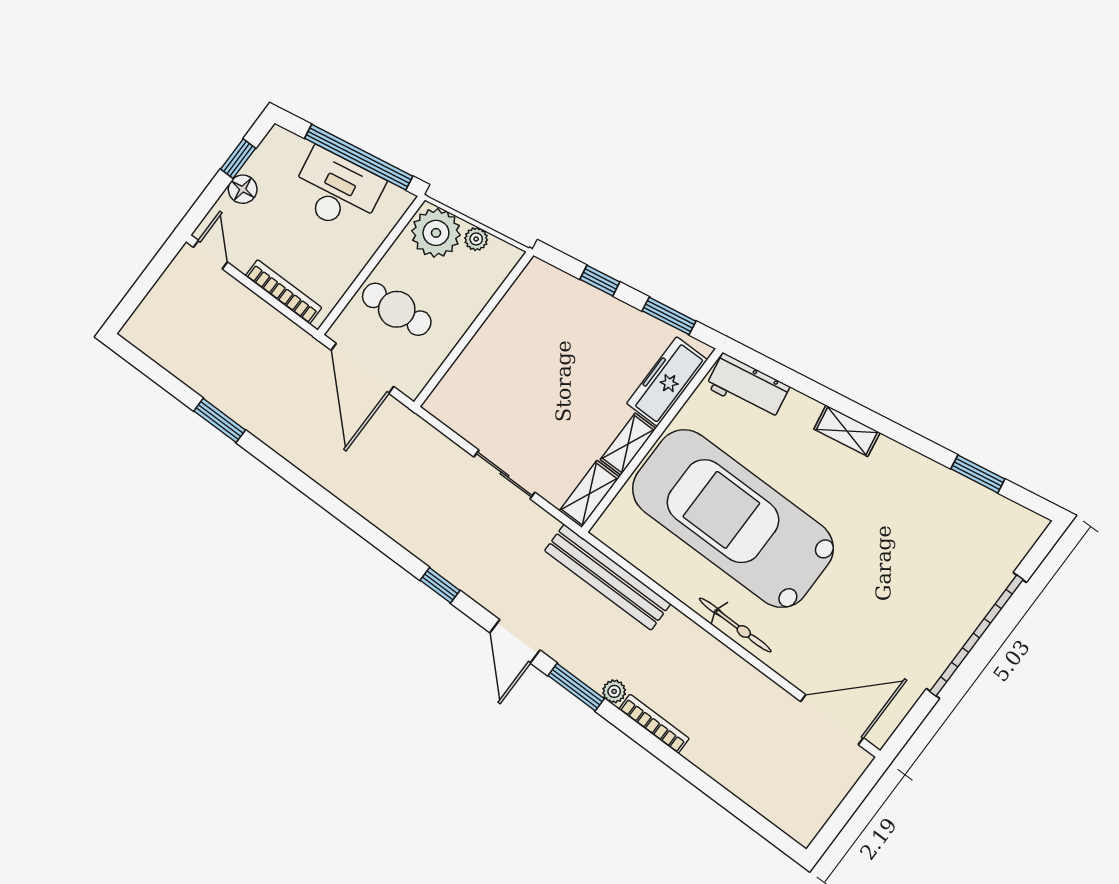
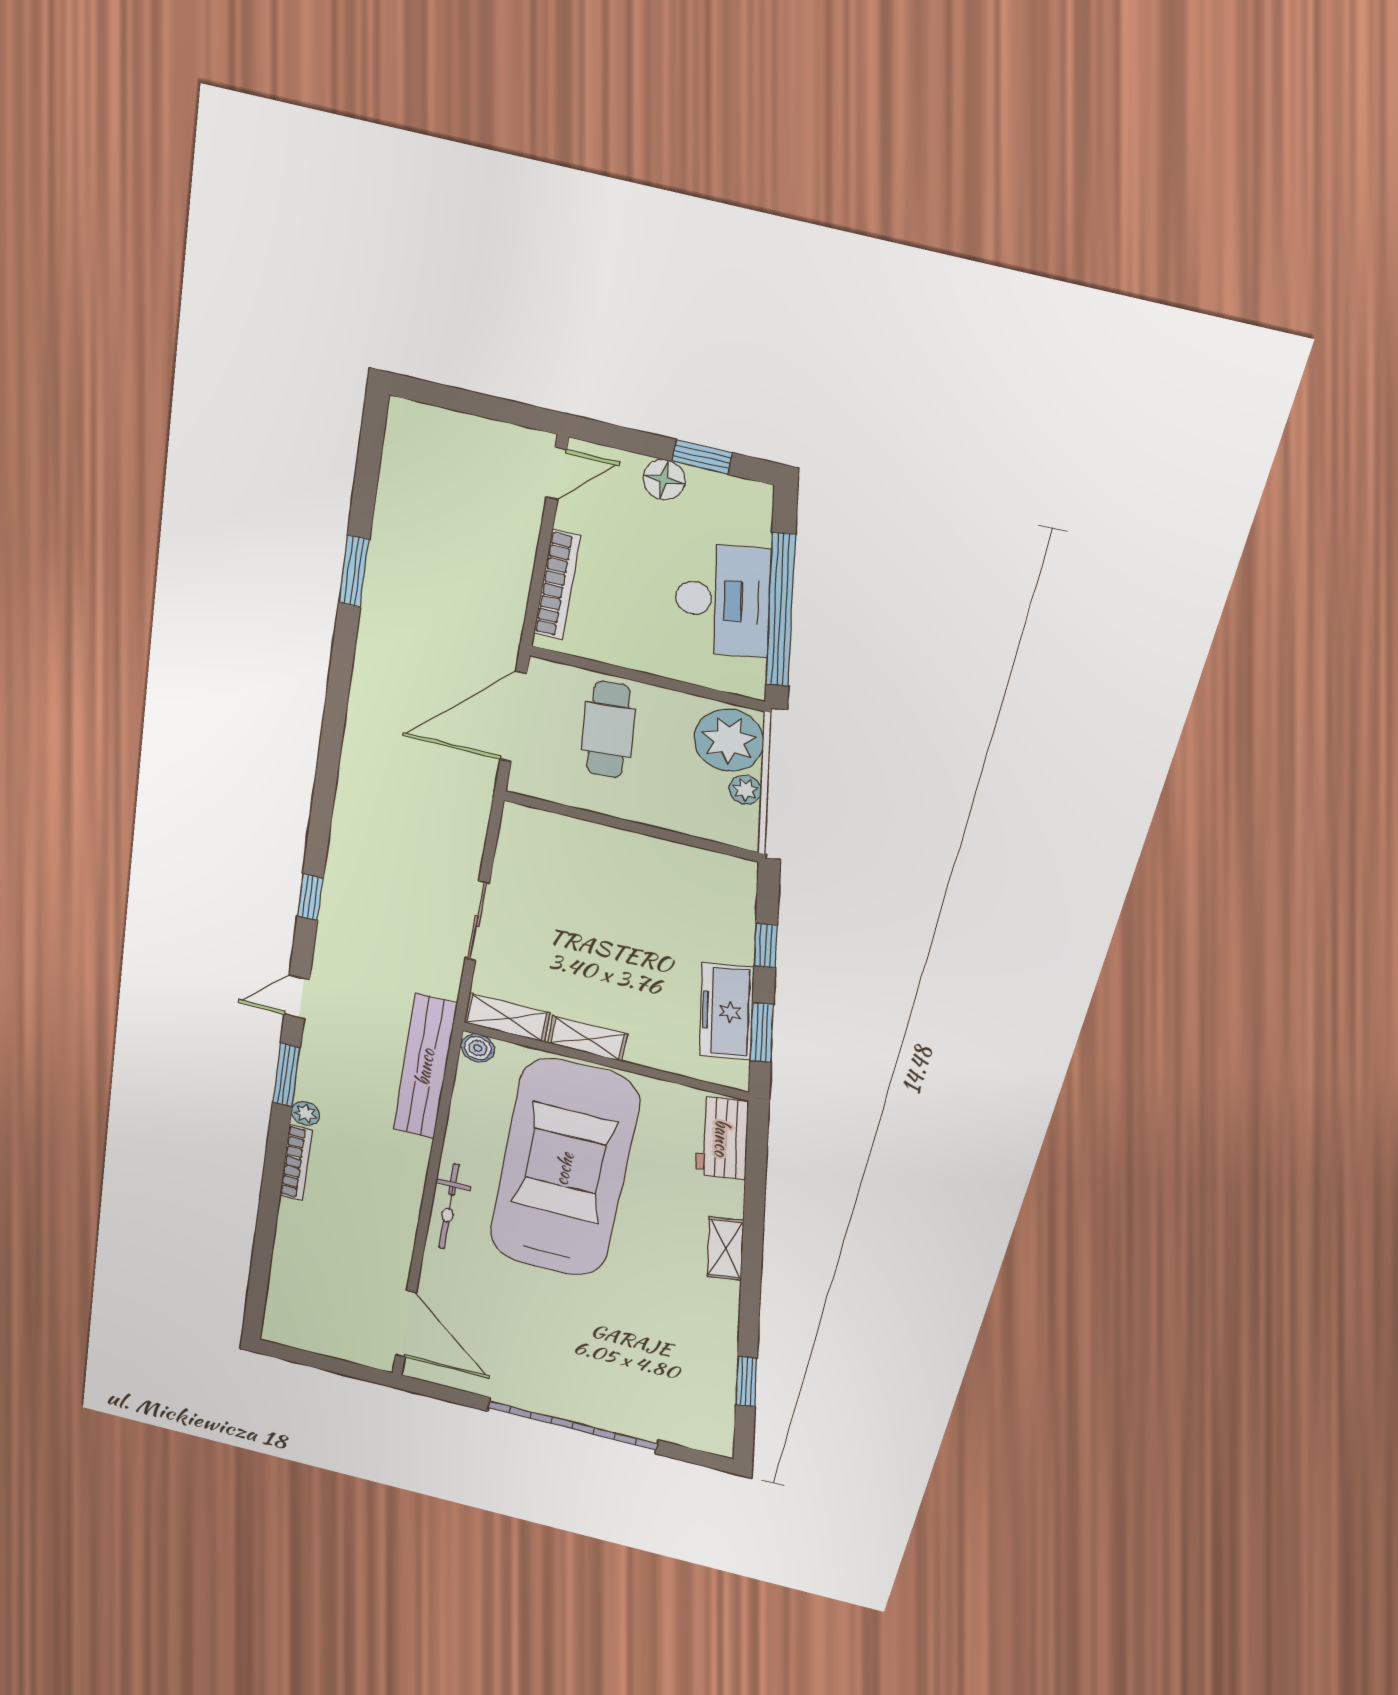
freezer: (667, 382) -> (727, 1012), moved, turned -100
boiler: (606, 529) -> (478, 1048), added
door: (515, 641) -> (297, 997), width x0.73

